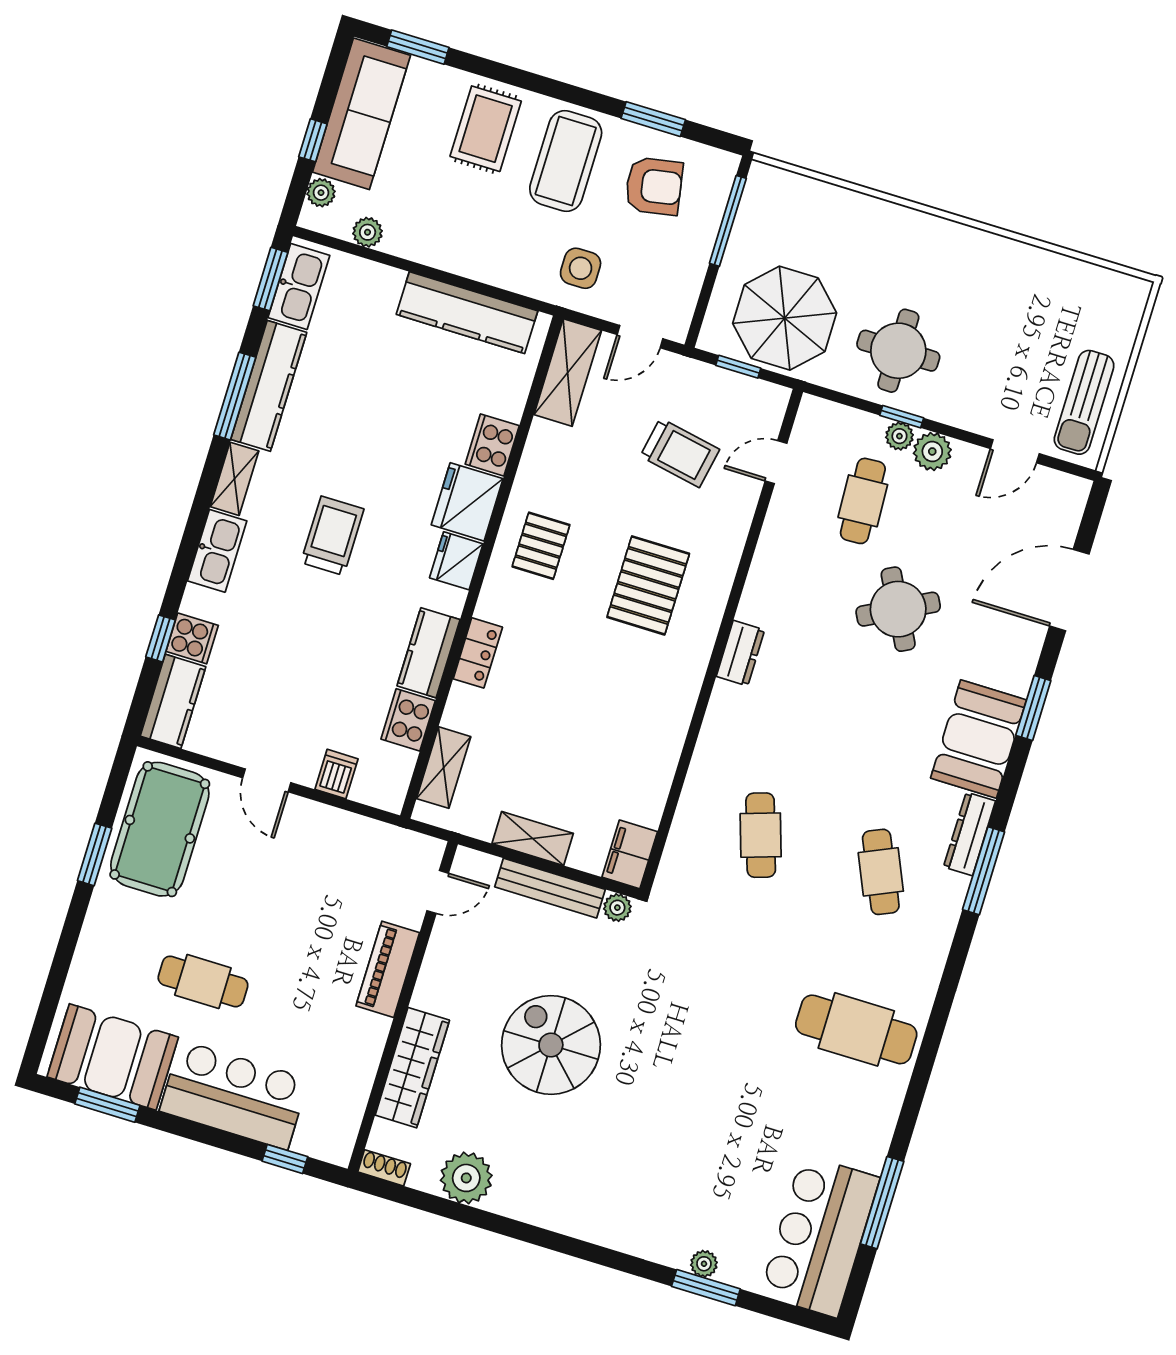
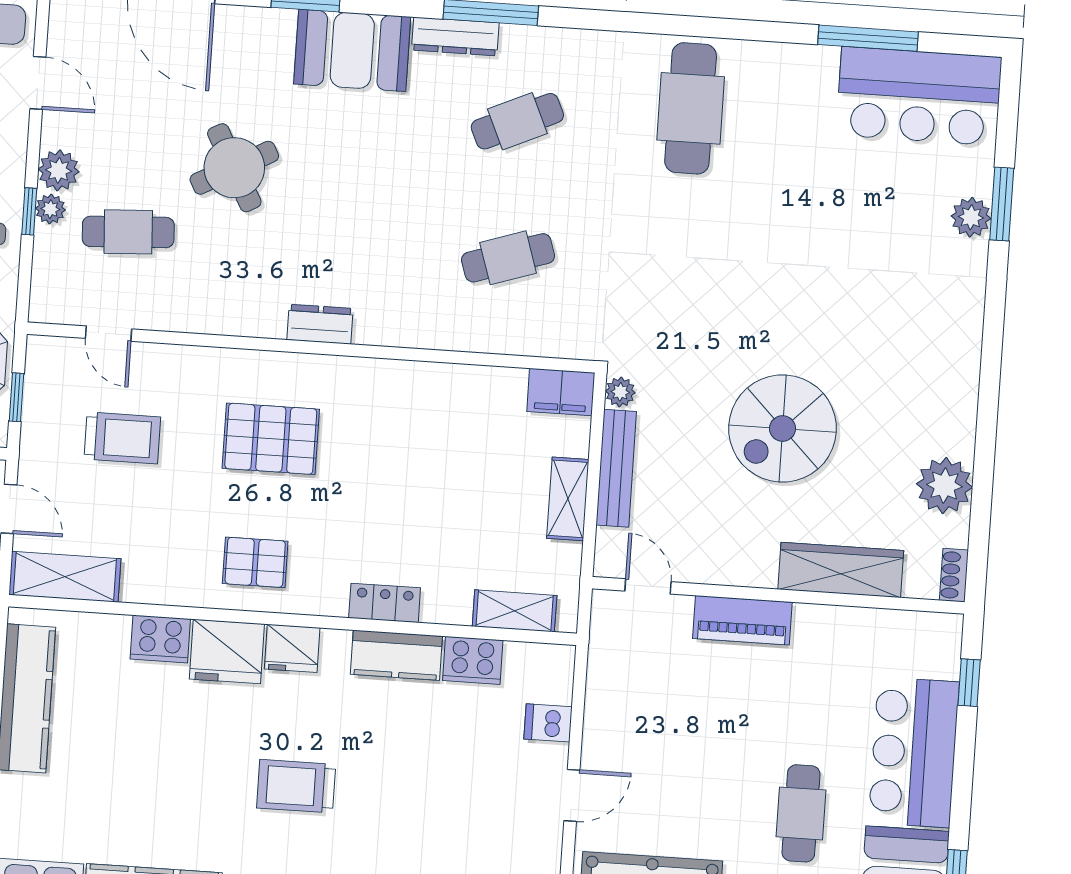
trolley: (680, 453) -> (122, 438), turned 79
plant: (704, 1264) -> (971, 217), width x1.38, depth x1.38

